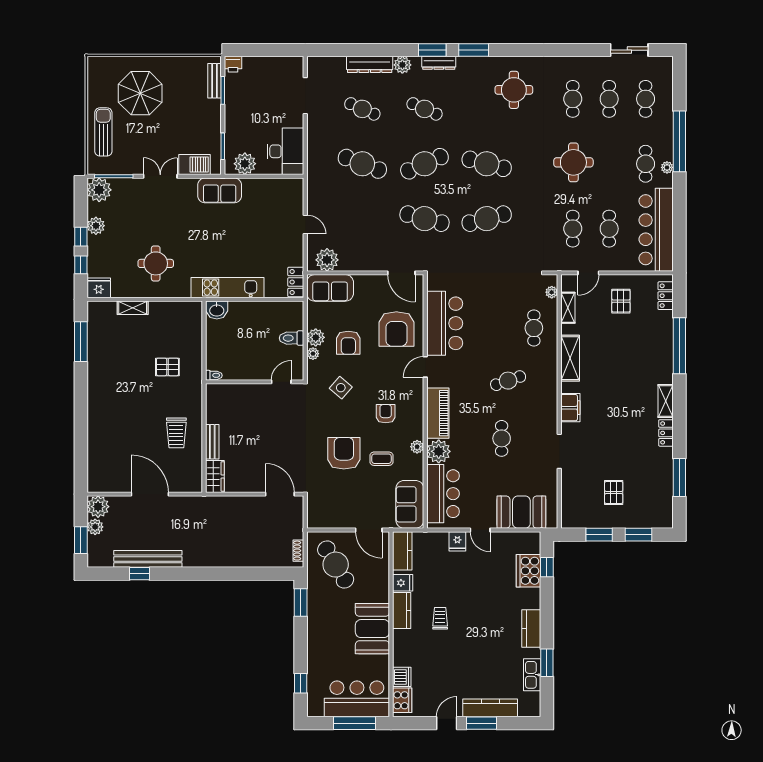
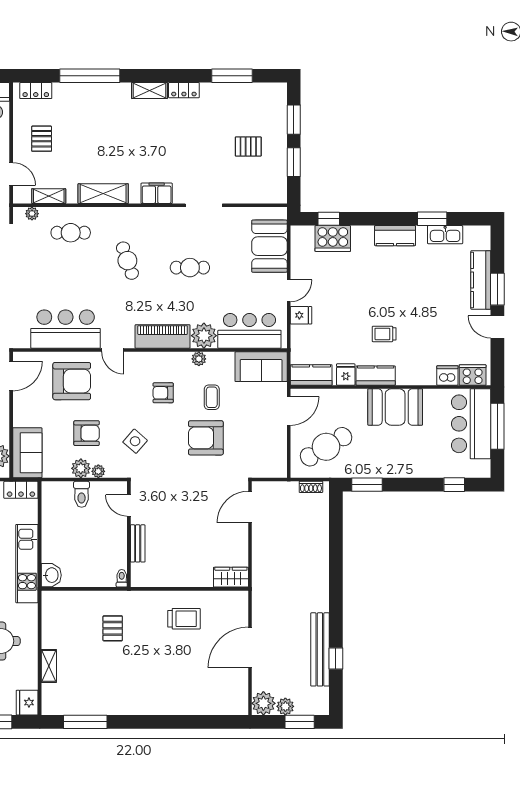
pallet: (621, 301) -> (42, 139), turned 90
bench: (212, 442) -> (138, 543), moved, turned 90

